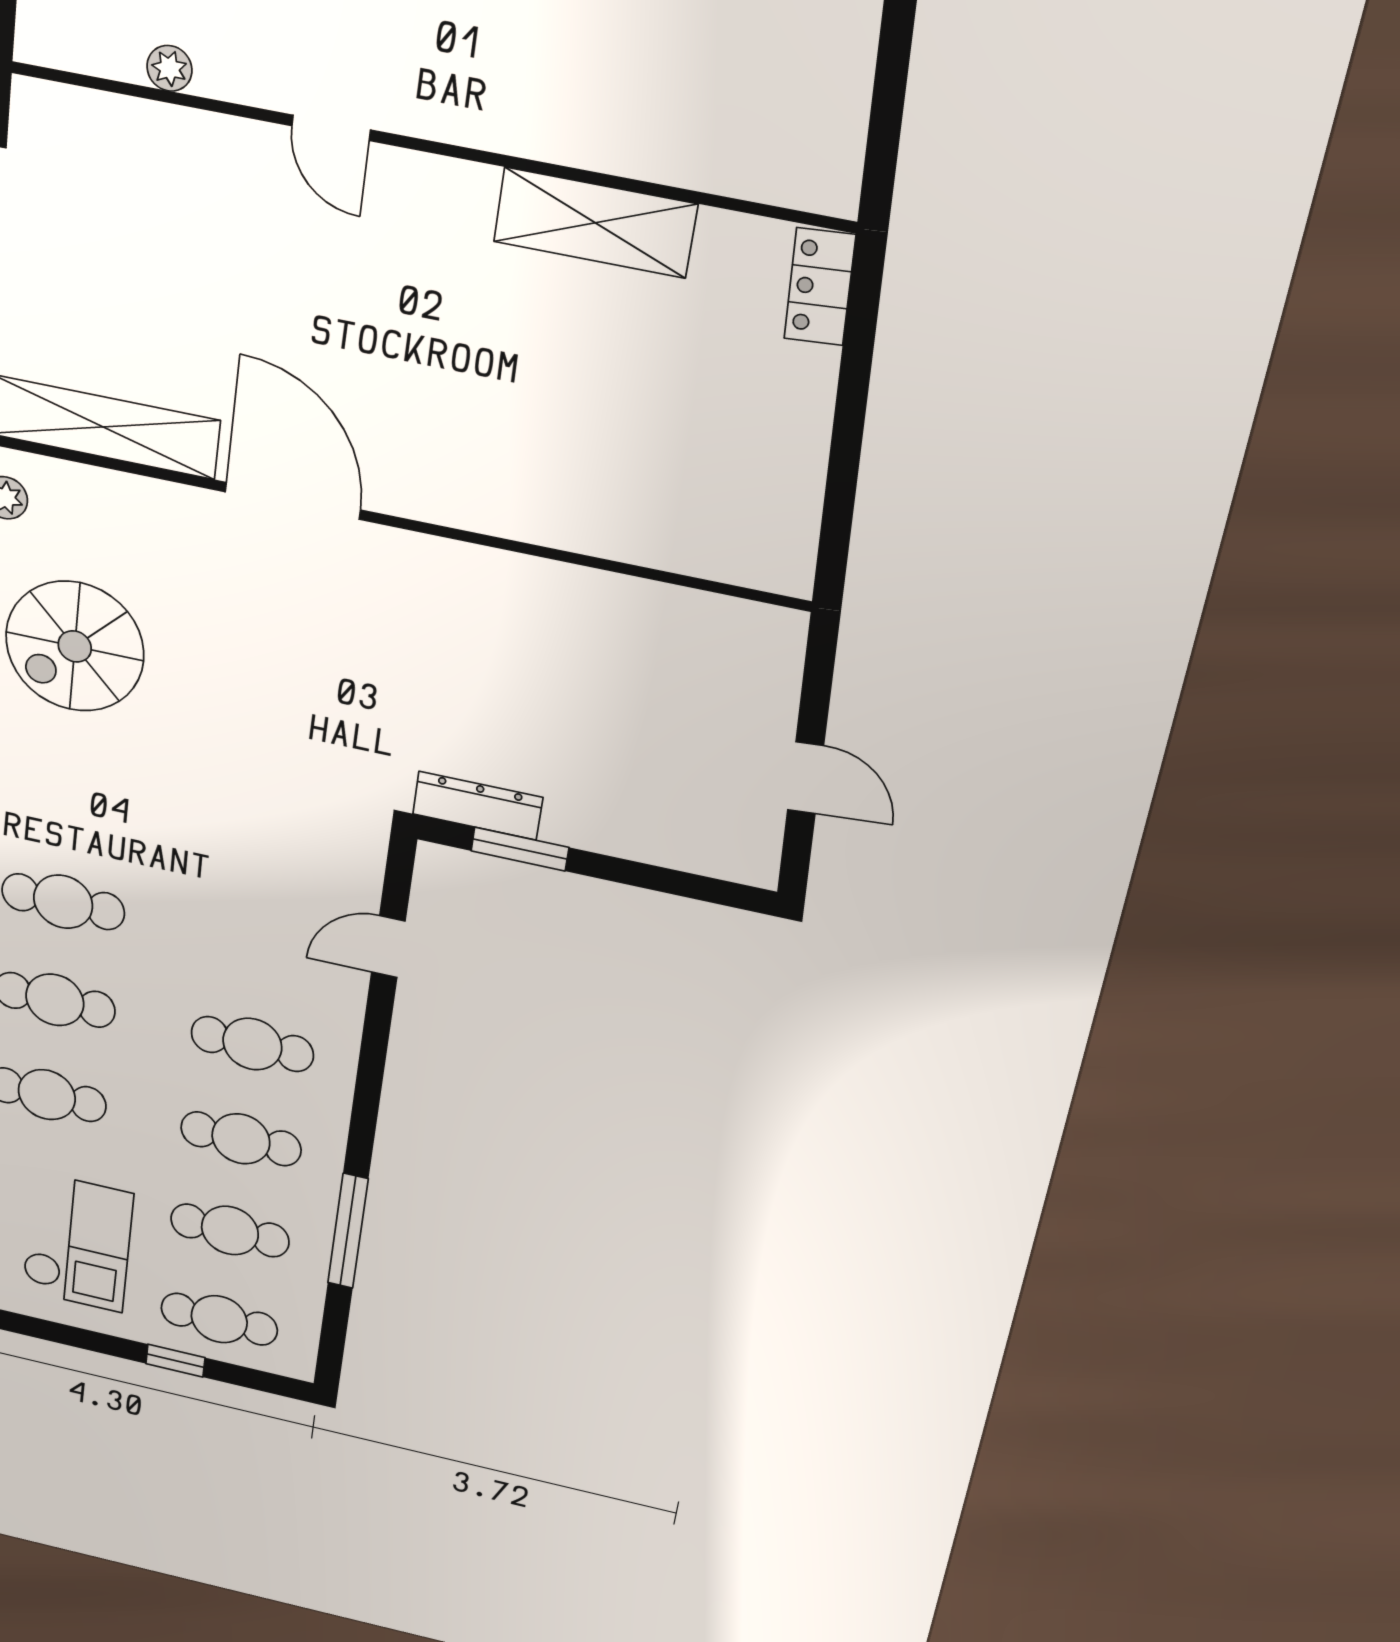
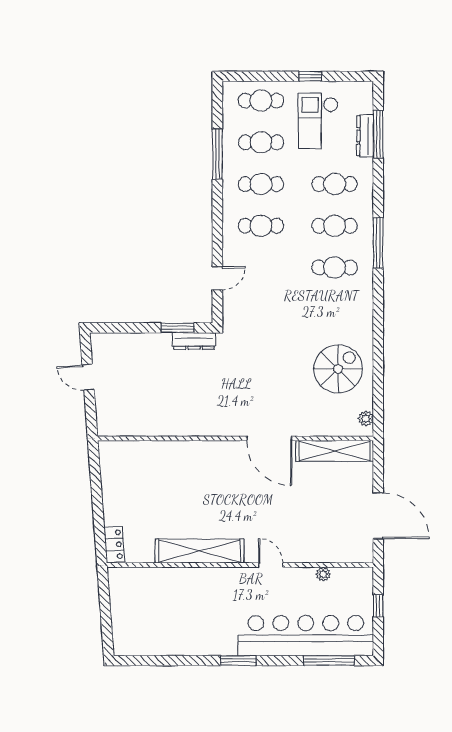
shelving: (595, 223) -> (200, 551), width x1.47
window: (175, 1361) -> (310, 76), moved

